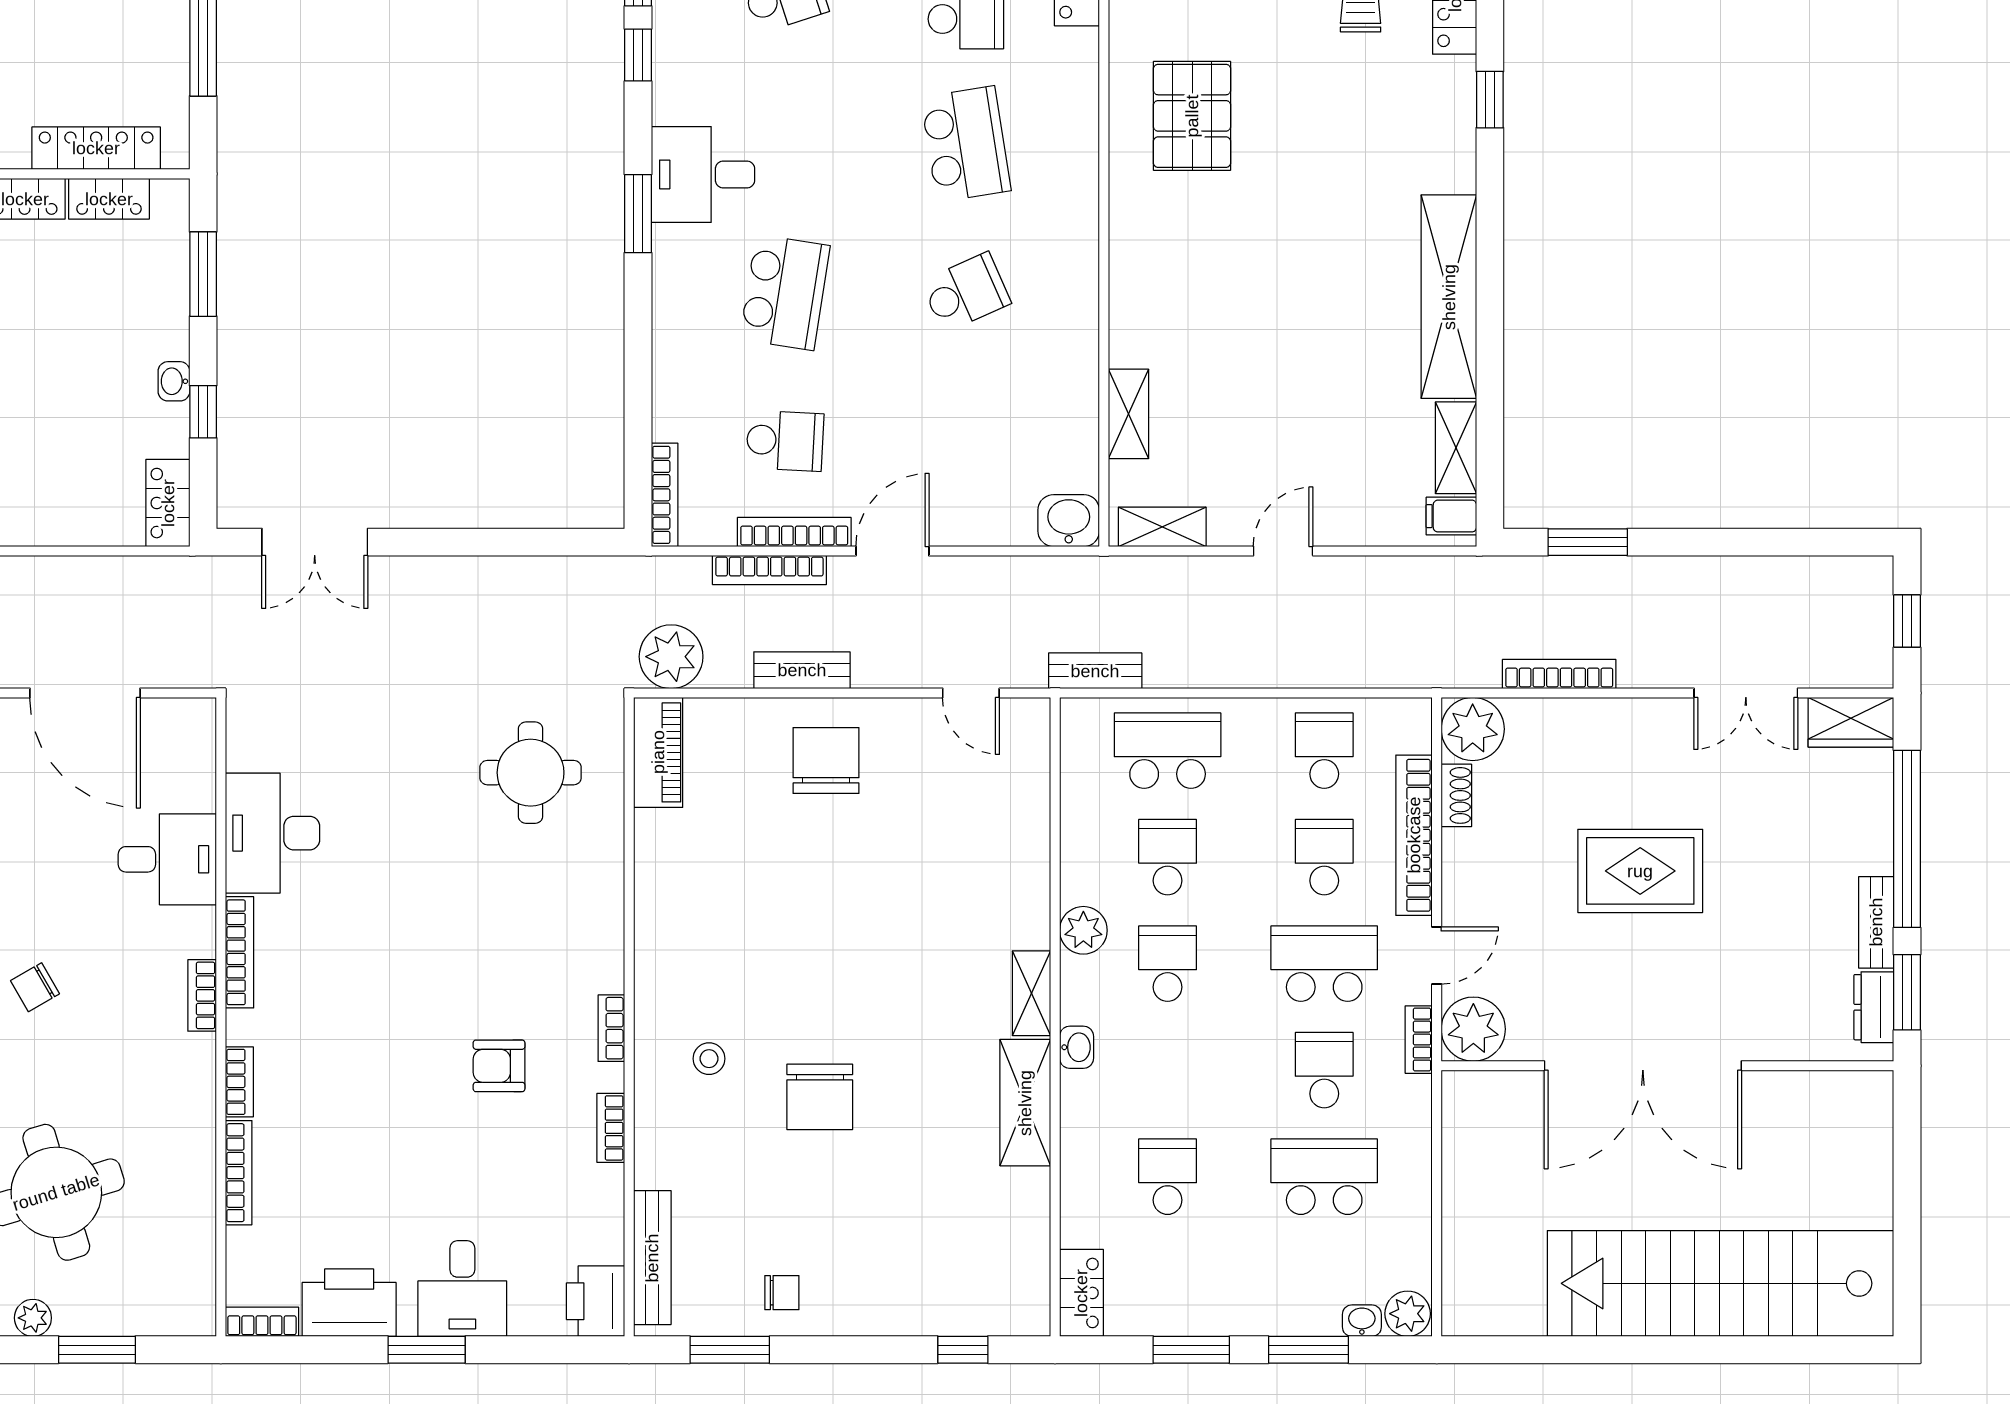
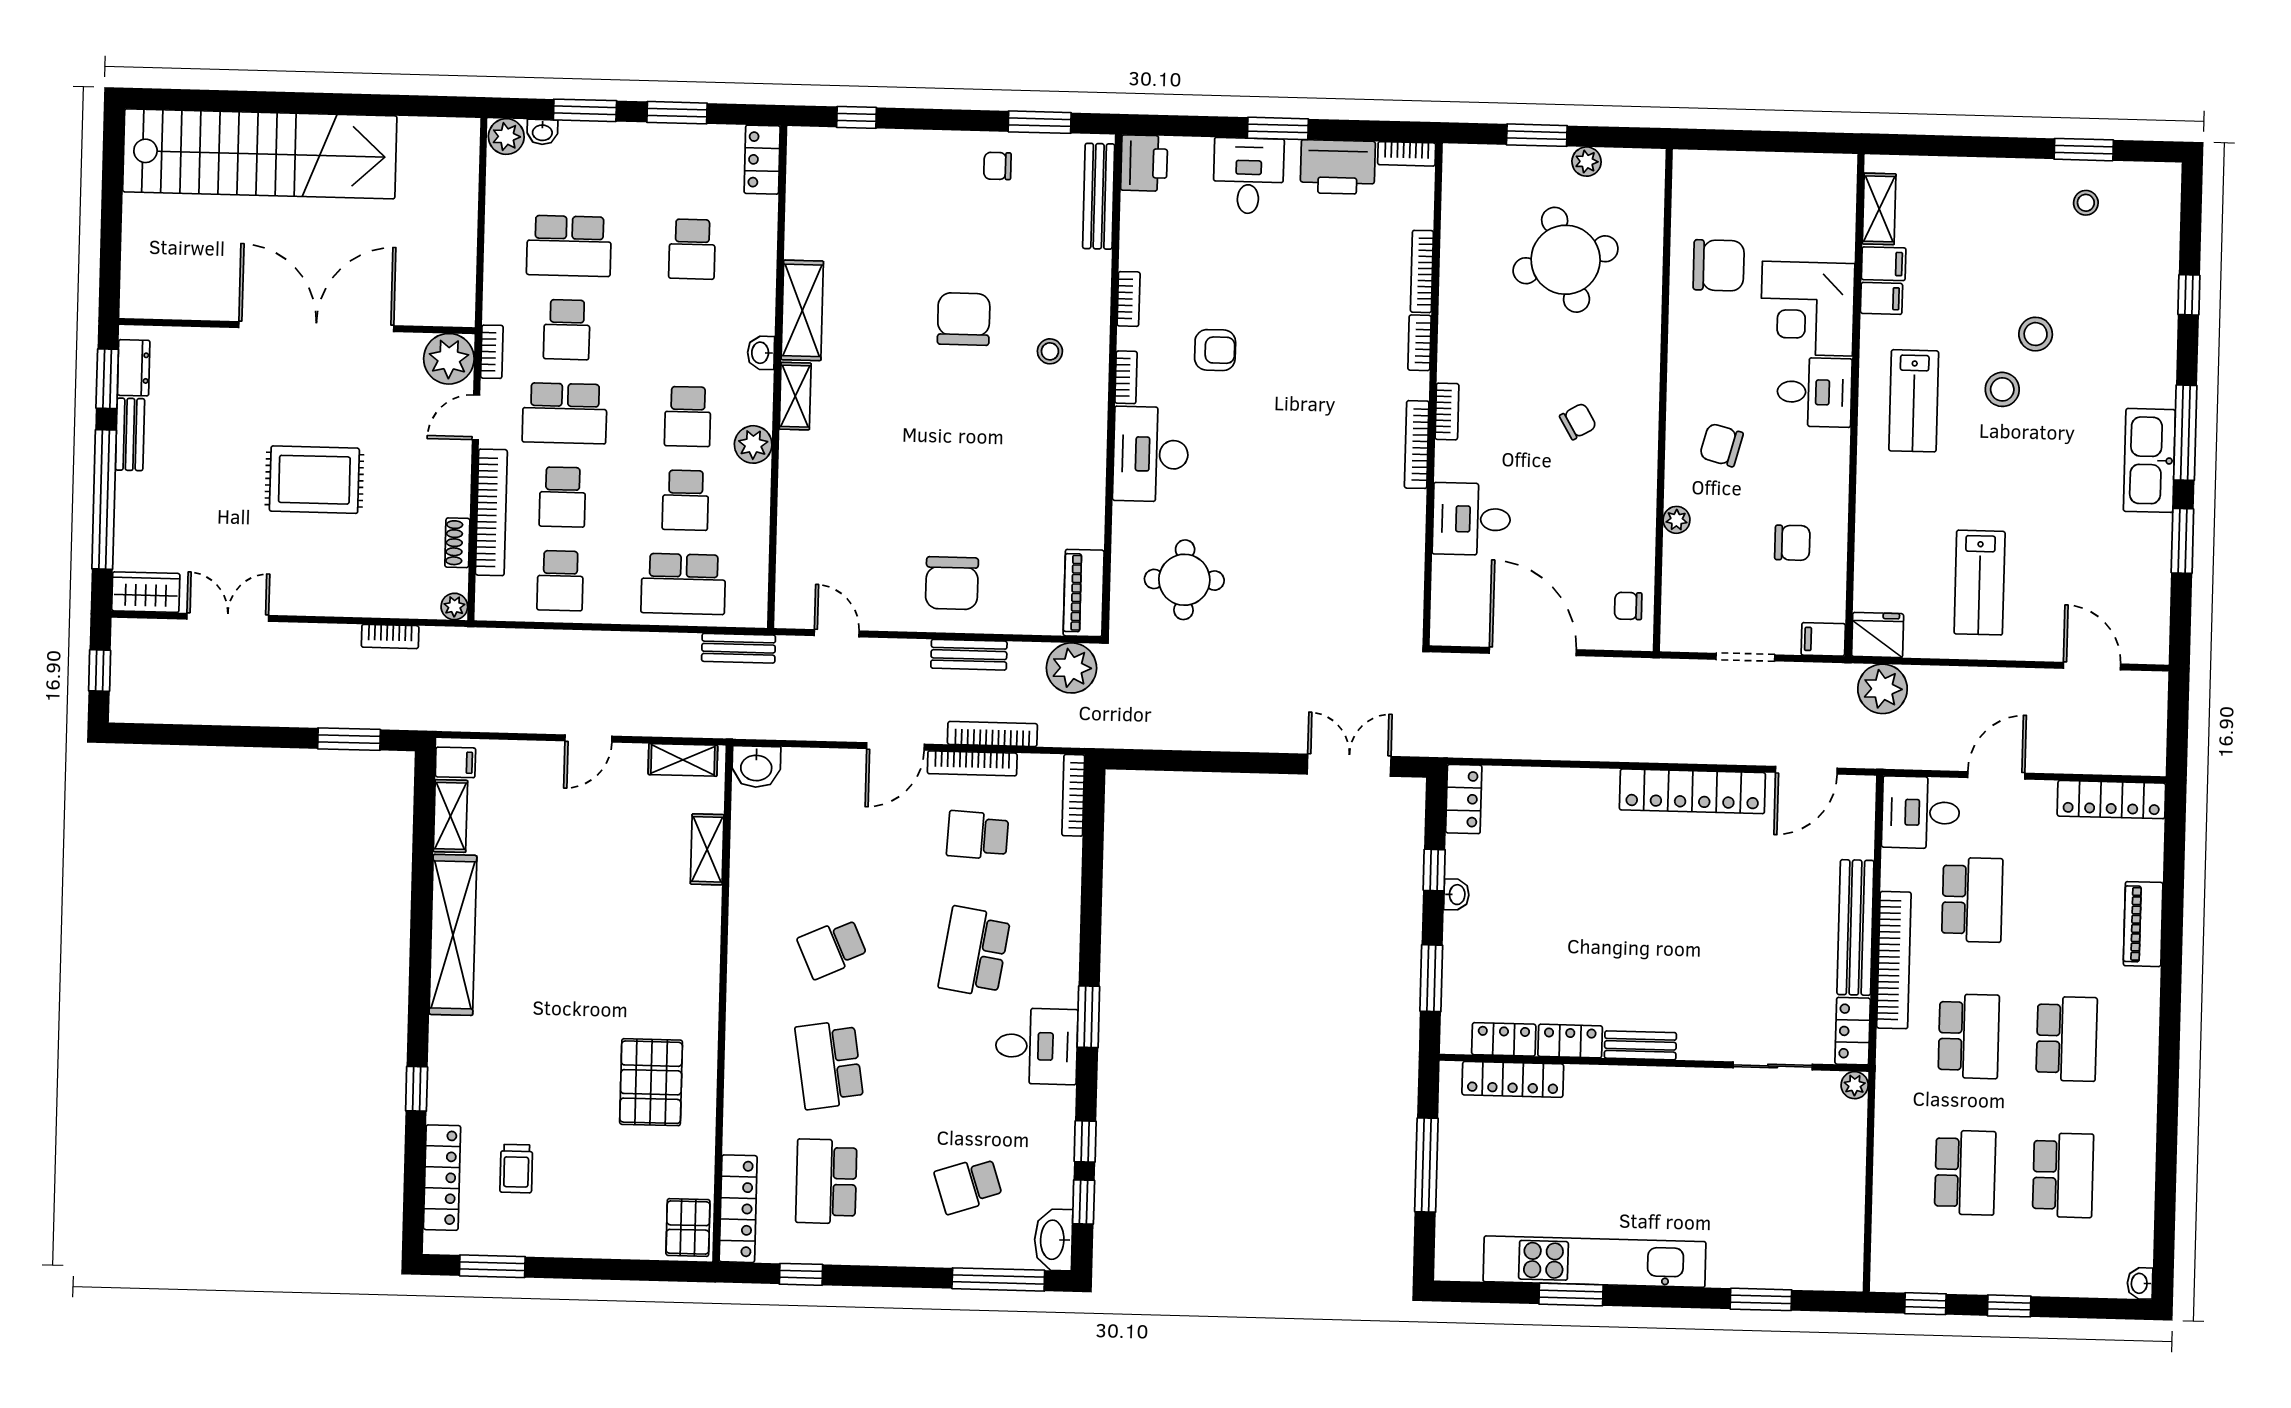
bookcase: (1559, 674) -> (390, 636), width x0.64
plant: (1473, 729) -> (454, 607), width x0.53, depth x0.53
desk: (272, 833) -> (1151, 454), moved, turned 180

